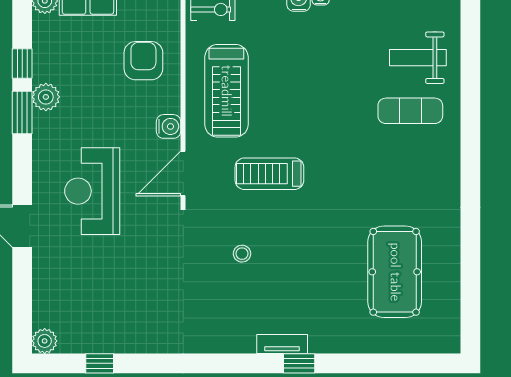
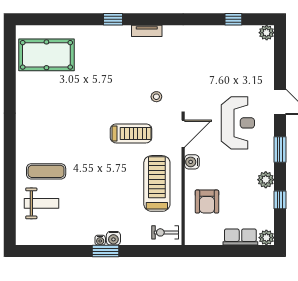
window: (22, 113) -> (280, 149), moved
stool: (242, 254) -> (156, 97), moved
pool table: (395, 272) -> (46, 55), moved, turned 90
tv unit: (282, 344) -> (147, 31), moved

